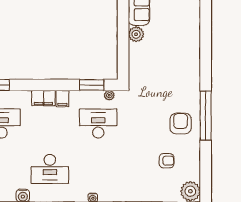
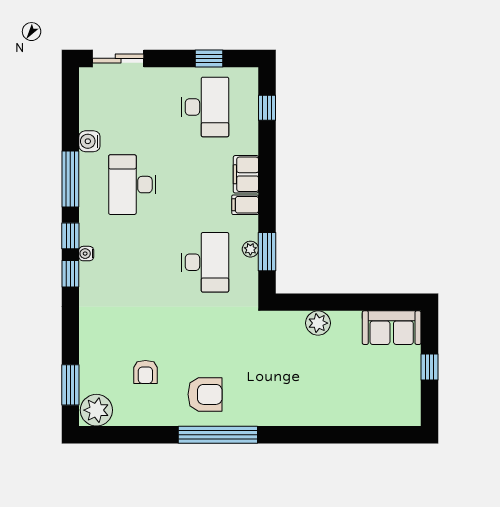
plant: (136, 34) -> (318, 323), moved
plant: (109, 95) -> (250, 249), moved

